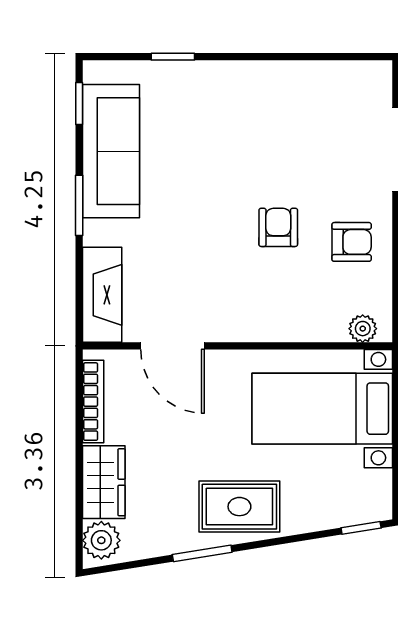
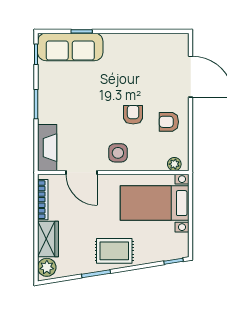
sofa: (111, 151) -> (70, 47), moved, turned 90
armchair: (352, 242) -> (169, 122), turned 180
side table: (247, 306) -> (118, 153), added

